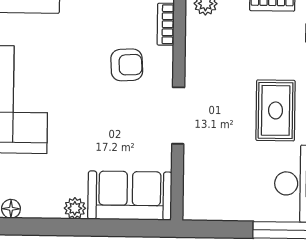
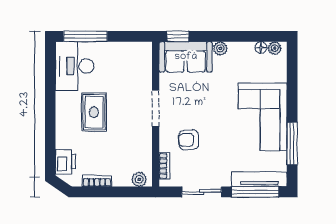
window: (141, 228) -> (178, 36), added

